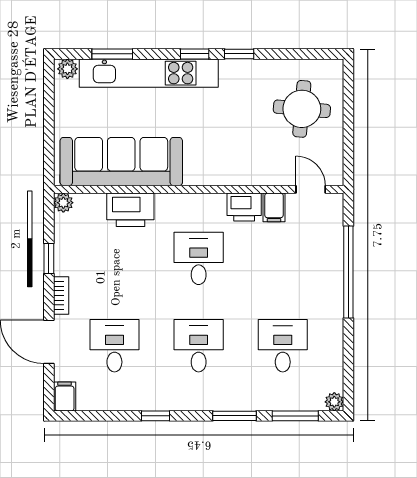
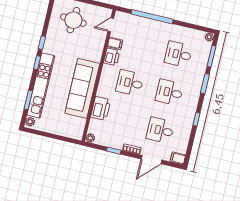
sofa: (121, 162) -> (82, 88), moved

